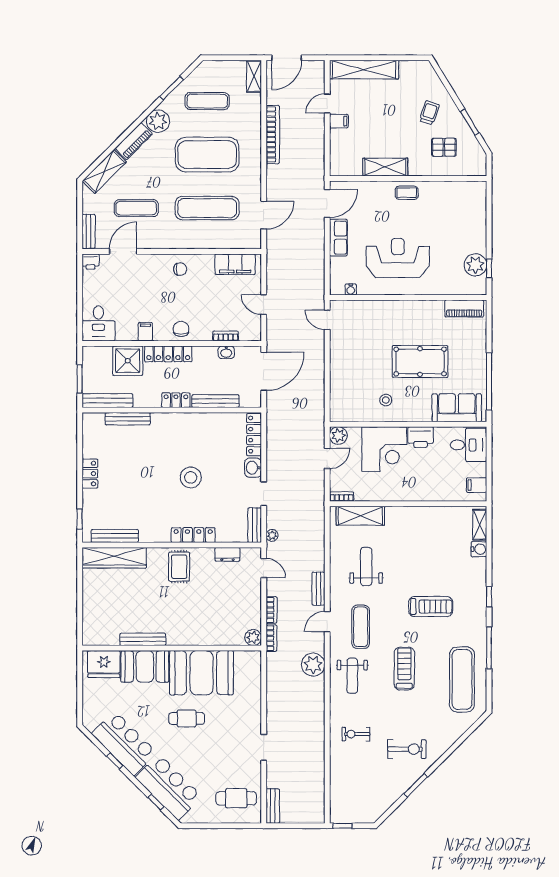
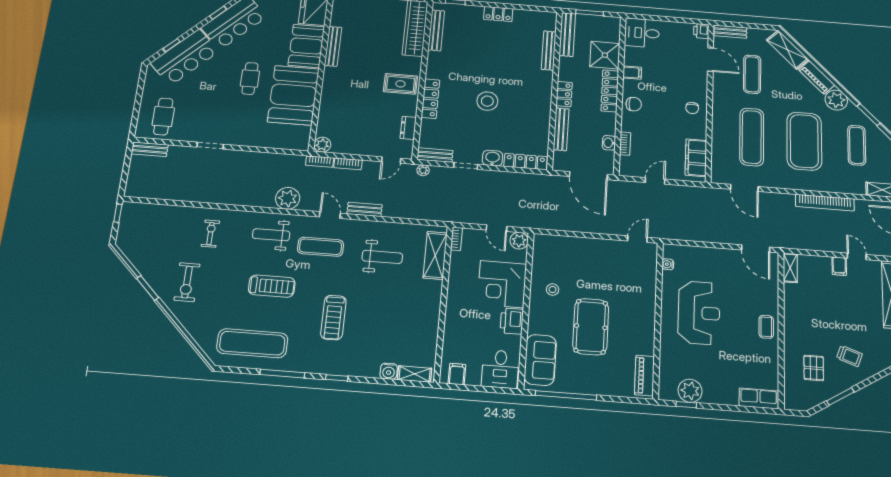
shelving: (385, 167) -> (790, 268), moved, width x0.67, depth x0.75
row of seats: (338, 238) -> (759, 398), moved, turned 180

